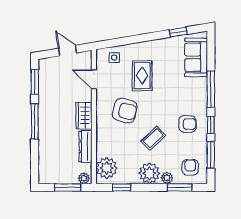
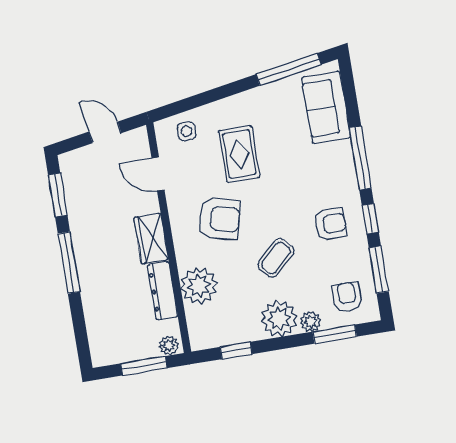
window: (178, 32) -> (289, 69), width x2.17
plant: (107, 168) -> (199, 286), moved

